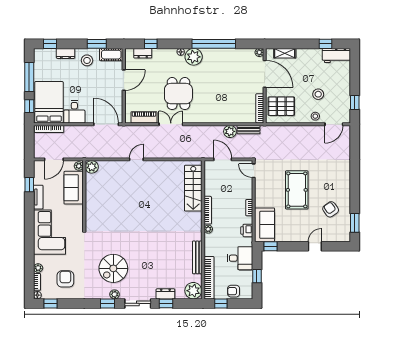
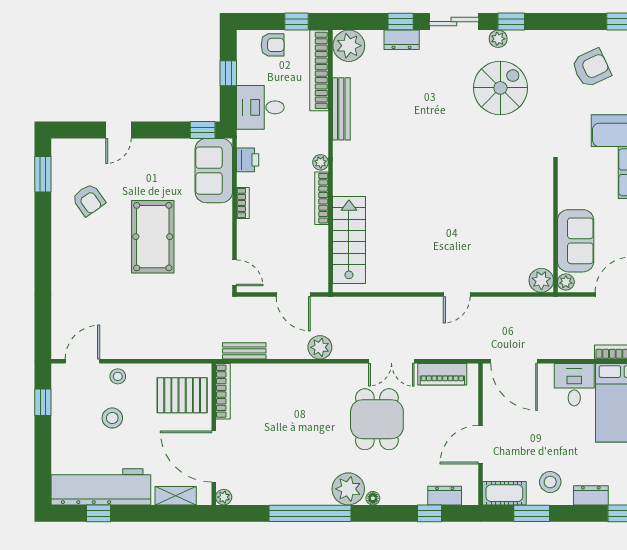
workbench: (336, 55) -> (101, 487), width x1.88, depth x1.32
plant: (230, 131) -> (320, 347), moved
armchair: (65, 279) -> (591, 68), turned -115

